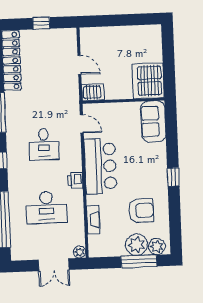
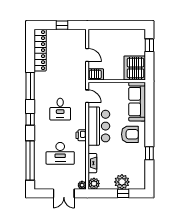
window: (168, 47) -> (149, 45), added
sofa: (153, 121) -> (137, 102), width x1.36
window: (173, 177) -> (149, 153), moved
armchair: (141, 210) -> (130, 134), moved
plant: (157, 247) -> (94, 184), moved
window: (139, 261) -> (123, 193), width x0.46

